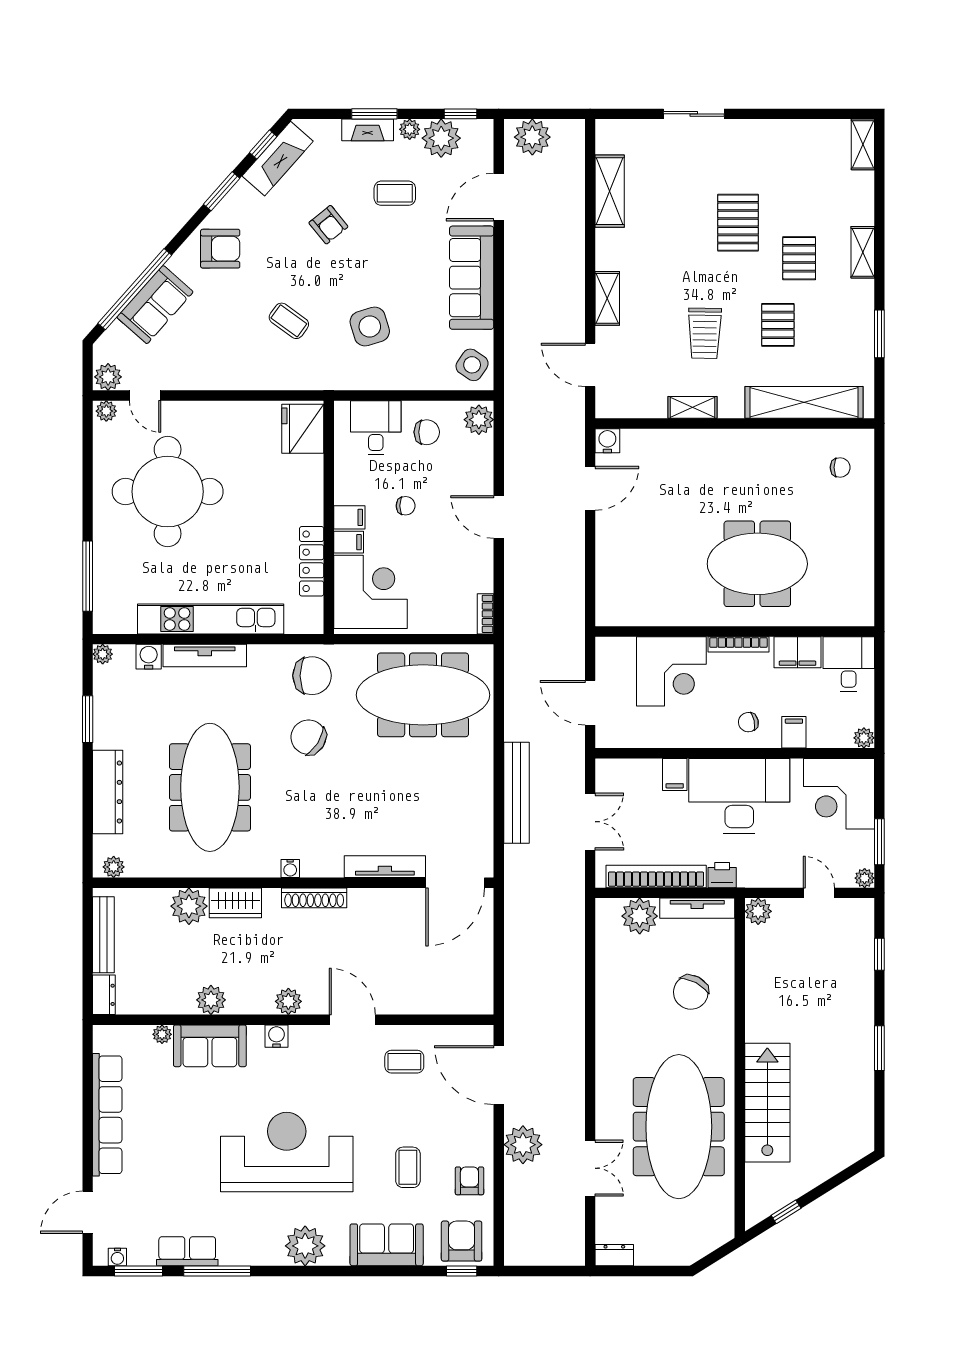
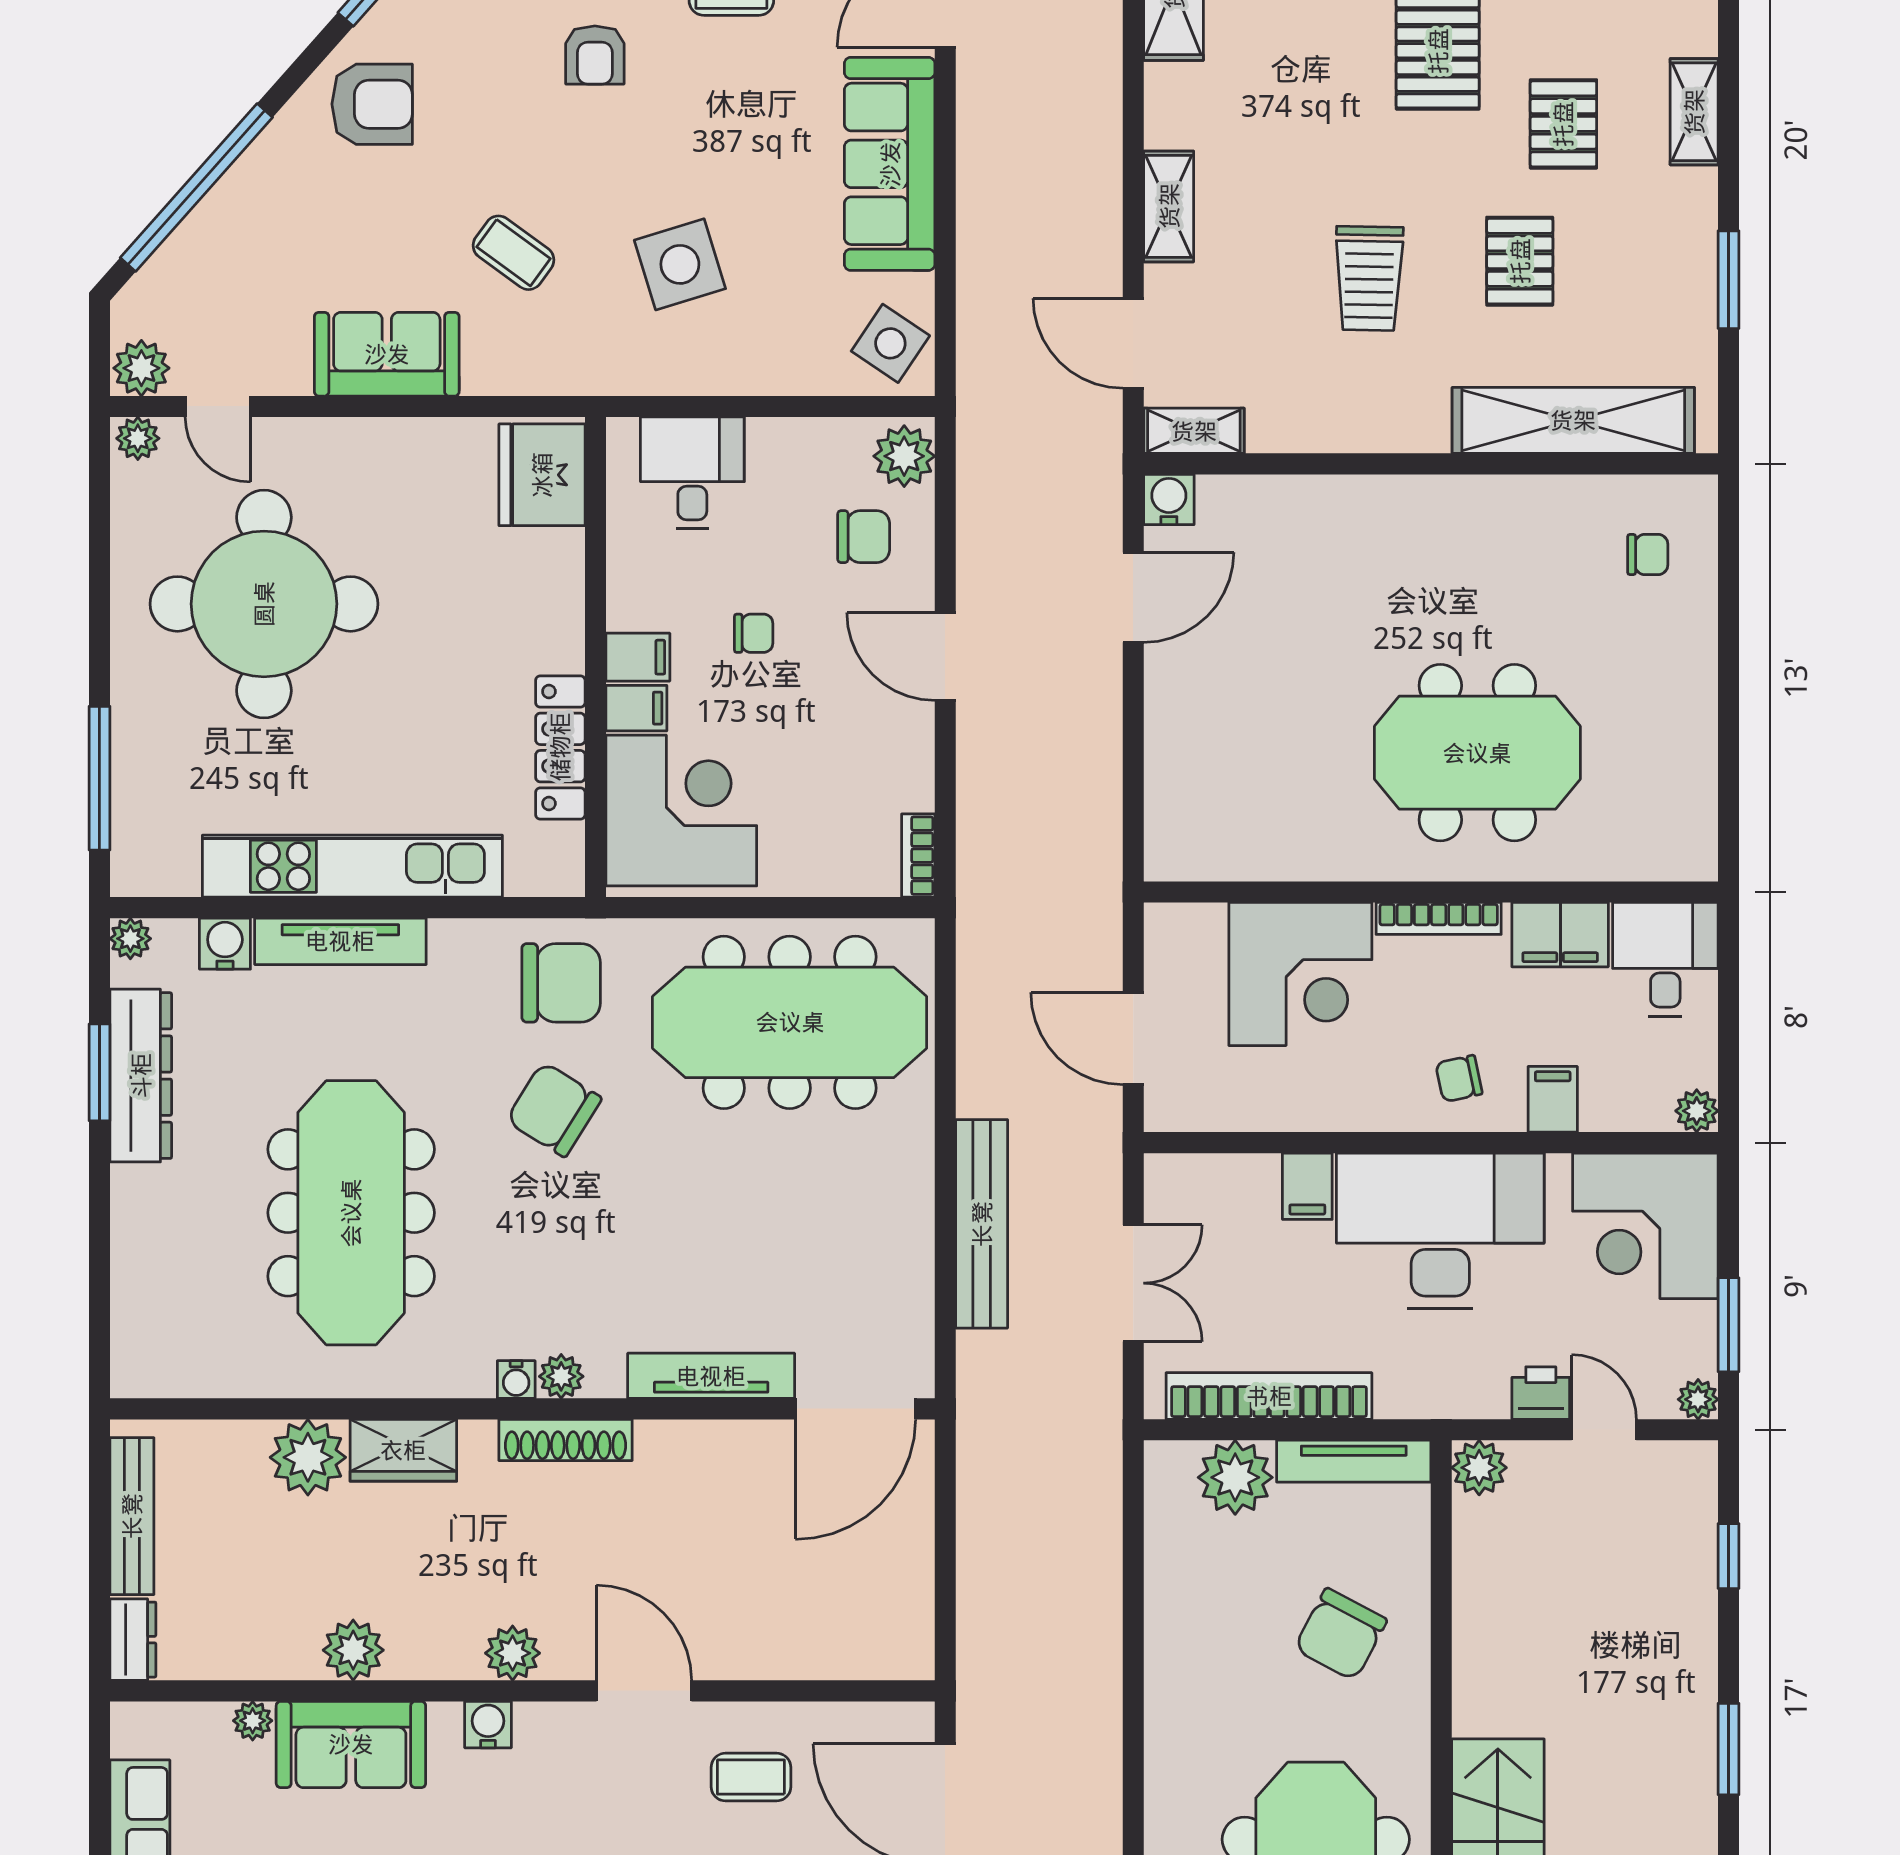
armchair: (328, 225) -> (595, 55), turned 39
sofa: (155, 305) -> (387, 354), moved, turned -132
shelving: (692, 407) -> (1194, 431), moved
chair: (427, 432) -> (864, 537), moved
dresser: (108, 792) -> (141, 1076), moved
plant: (114, 867) -> (561, 1376), moved
printer: (722, 875) -> (1541, 1393), moved

